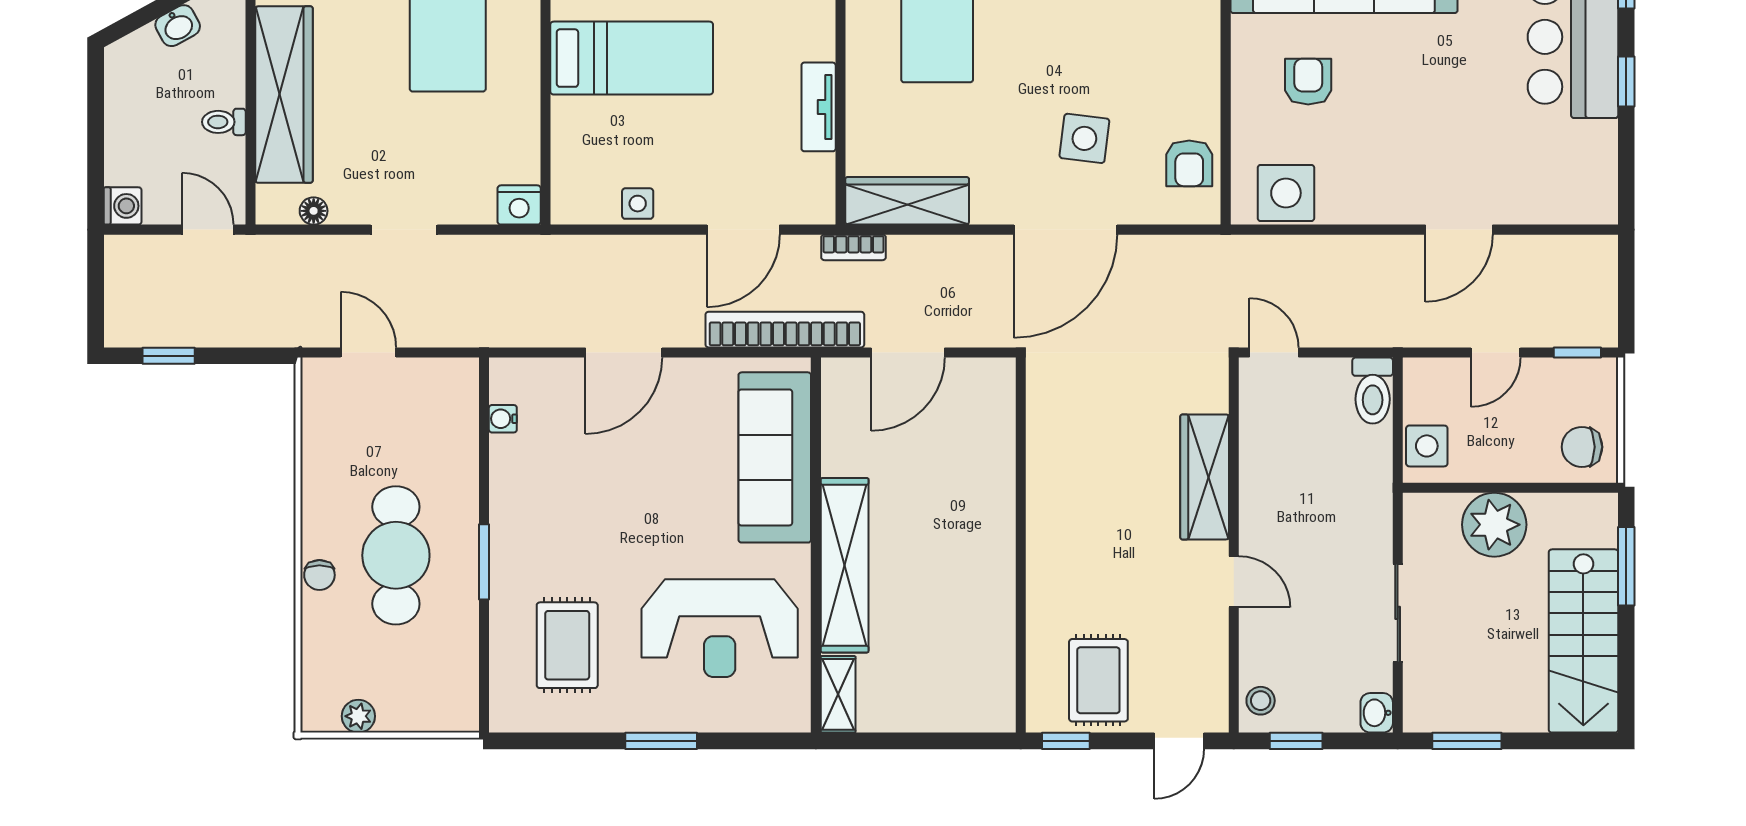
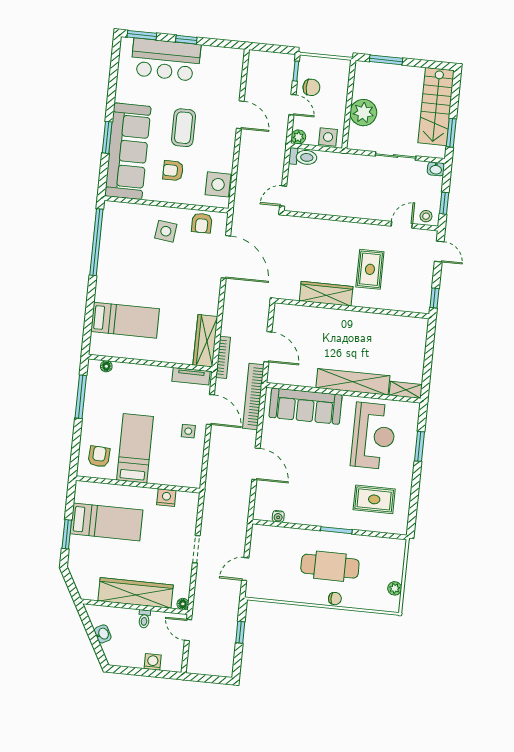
coffee table: (1414, 96) -> (183, 128), added
tv unit: (819, 107) -> (191, 376), moved
side table: (1084, 138) -> (166, 231), moved
armchair: (1189, 163) -> (202, 223), turned 90
side table: (638, 204) -> (188, 431), moved
nightstand: (519, 205) -> (166, 498), moved, turned -90
washing machine: (123, 206) -> (153, 662), moved
floor lamp: (314, 211) -> (183, 604), moved
door: (208, 230) -> (188, 630), hinge flipped
door: (1066, 230) -> (226, 257), moved
bookcase: (854, 247) -> (223, 357), width x1.56
window: (169, 356) -> (240, 632), moved
plant: (1420, 375) -> (298, 137), added
chair: (1582, 447) -> (311, 87), moved, turned -90
wardrobe: (1205, 477) -> (326, 294), moved, turned 180
door: (1234, 582) -> (402, 225), moved
stairs: (1583, 641) -> (436, 107), moved, turned 90
rug: (1098, 680) -> (370, 269), moved, turned 90
window: (661, 741) -> (419, 446), moved

